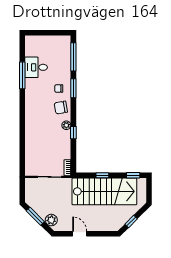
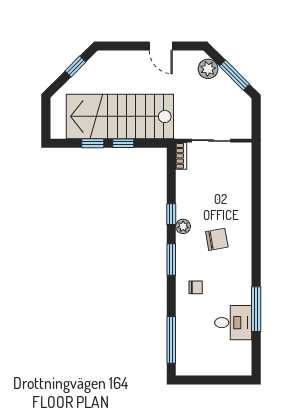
window: (73, 88) -> (171, 259), moved
chair: (61, 108) -> (217, 239), moved
window: (133, 175) -> (93, 143), moved

